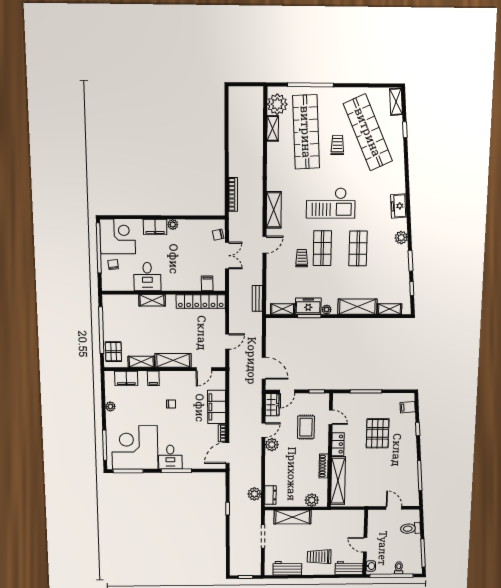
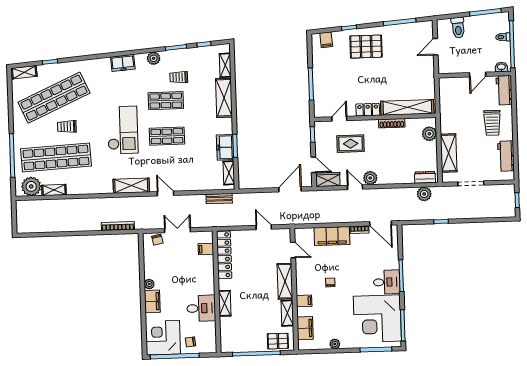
trolley: (302, 258) -> (179, 77), moved
plant: (327, 310) -> (228, 129), removed
pallet: (378, 433) -> (366, 47), moved

